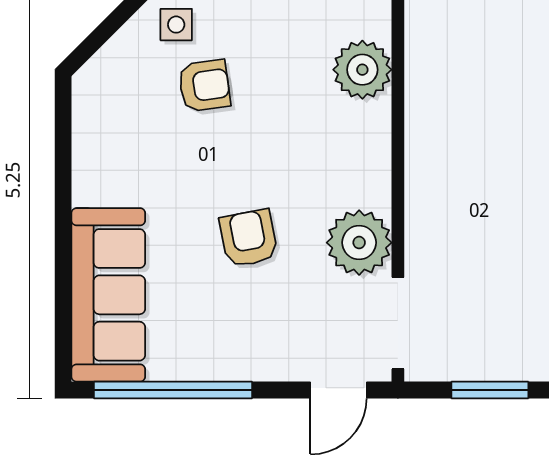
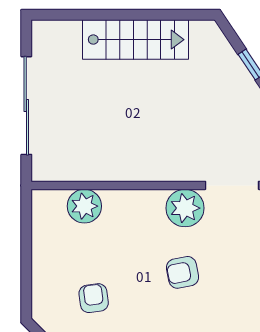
side table: (176, 25) -> (58, 315), removed

